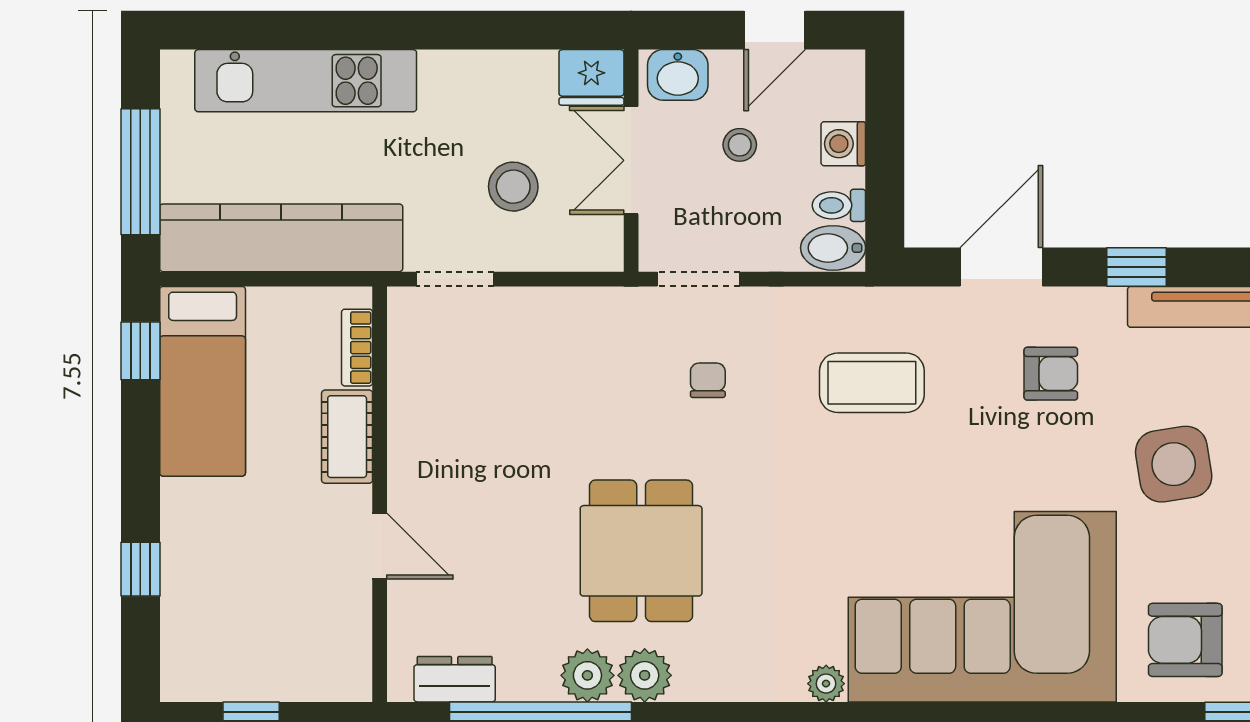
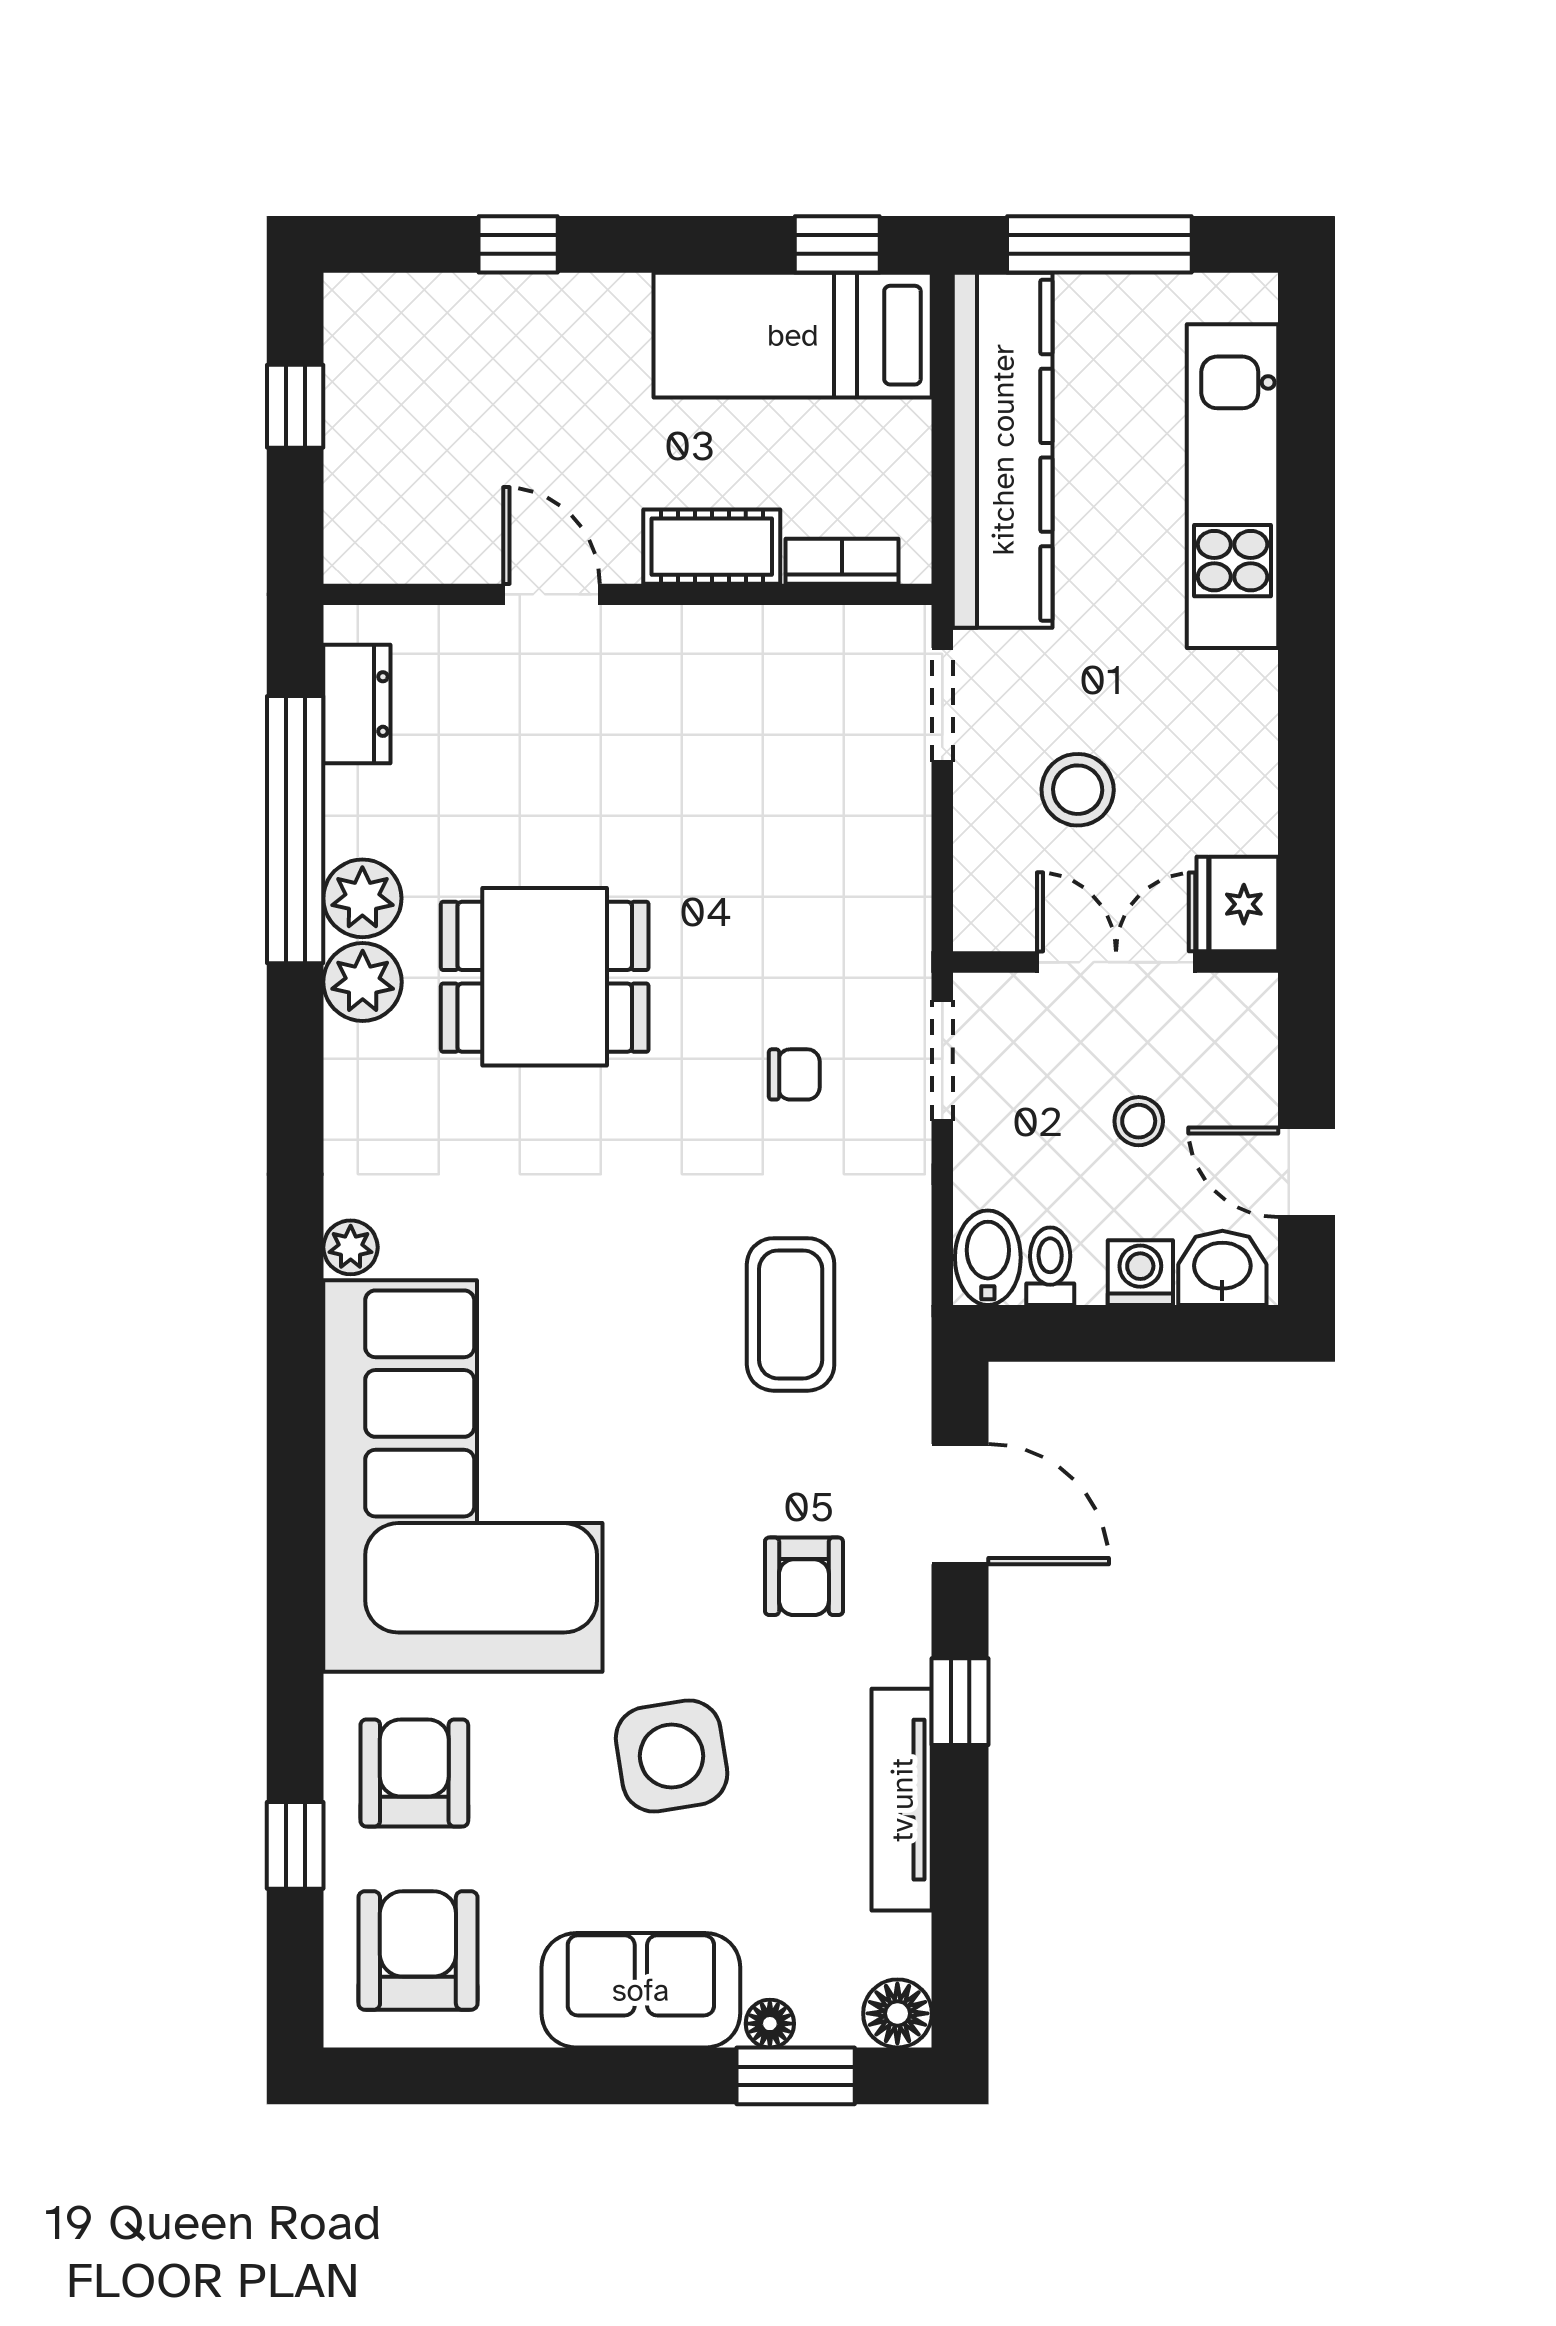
washbasin: (678, 75) -> (1222, 1268), moved, turned 90
door: (380, 546) -> (551, 594), swing flipped

